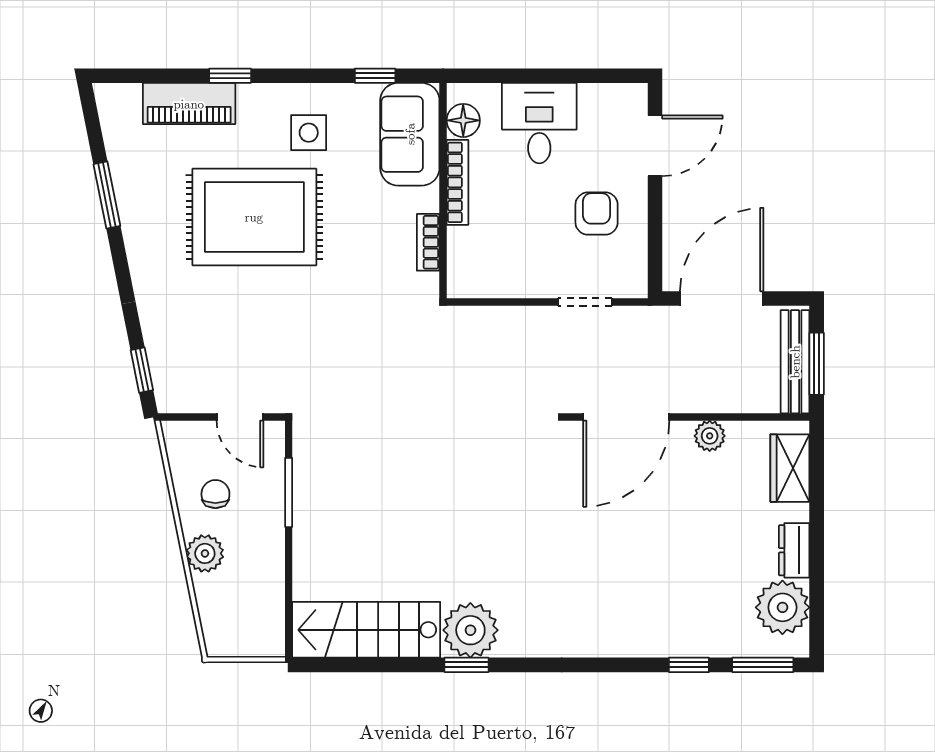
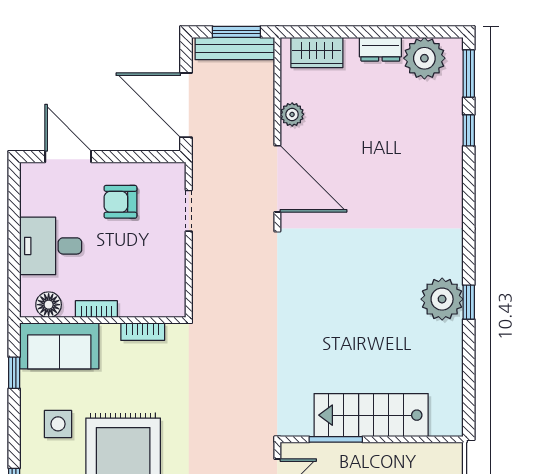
bookcase: (458, 182) -> (96, 309), width x0.64
stairs: (366, 630) -> (371, 415), moved, turned 90

